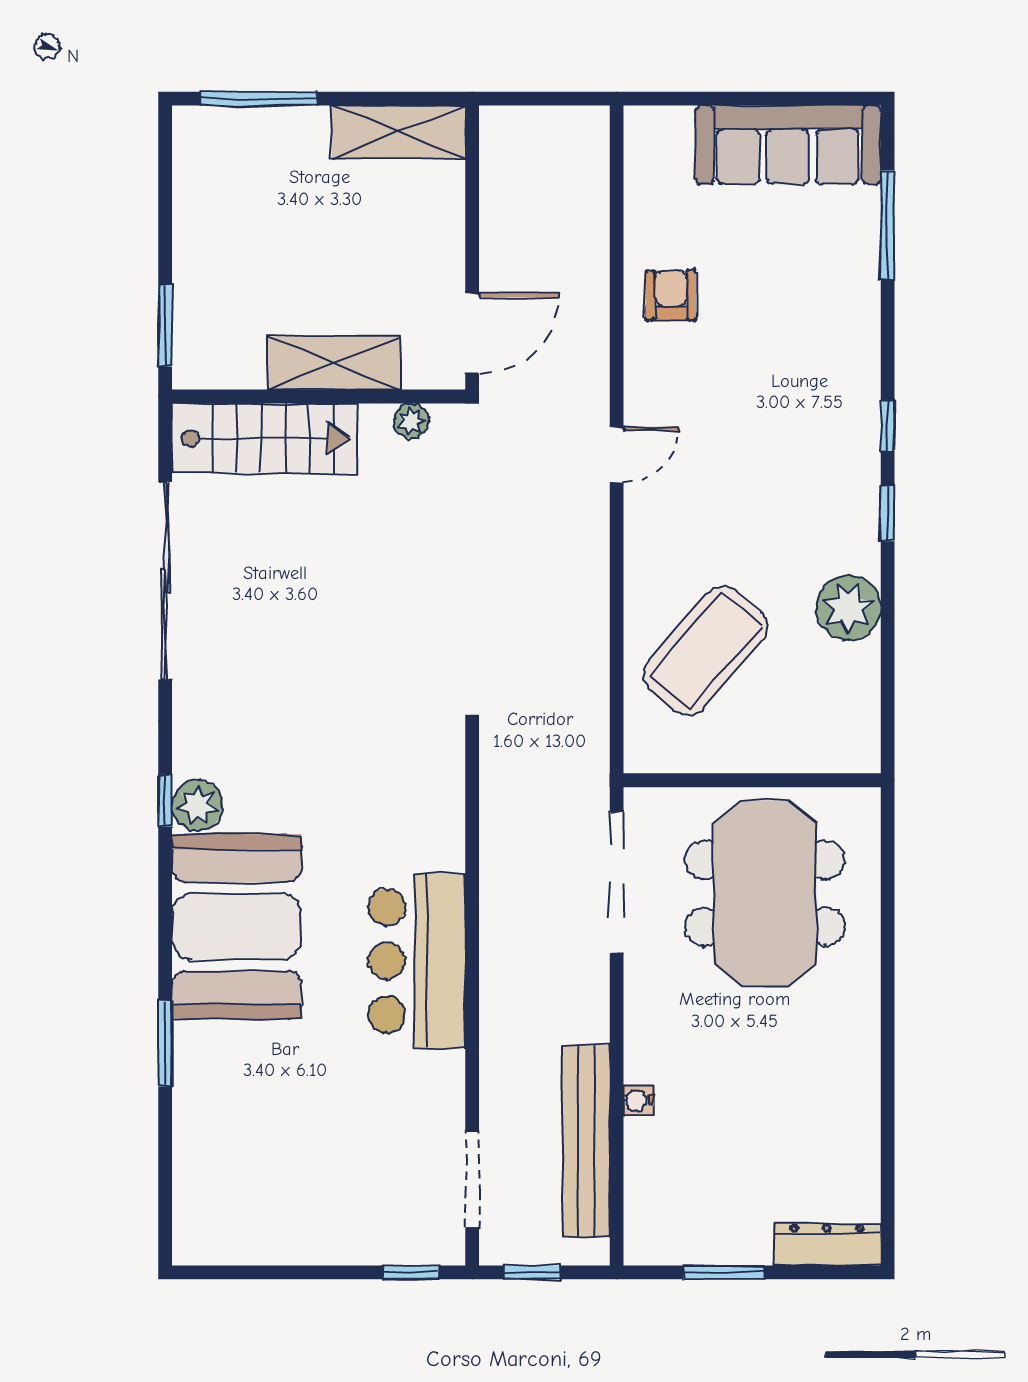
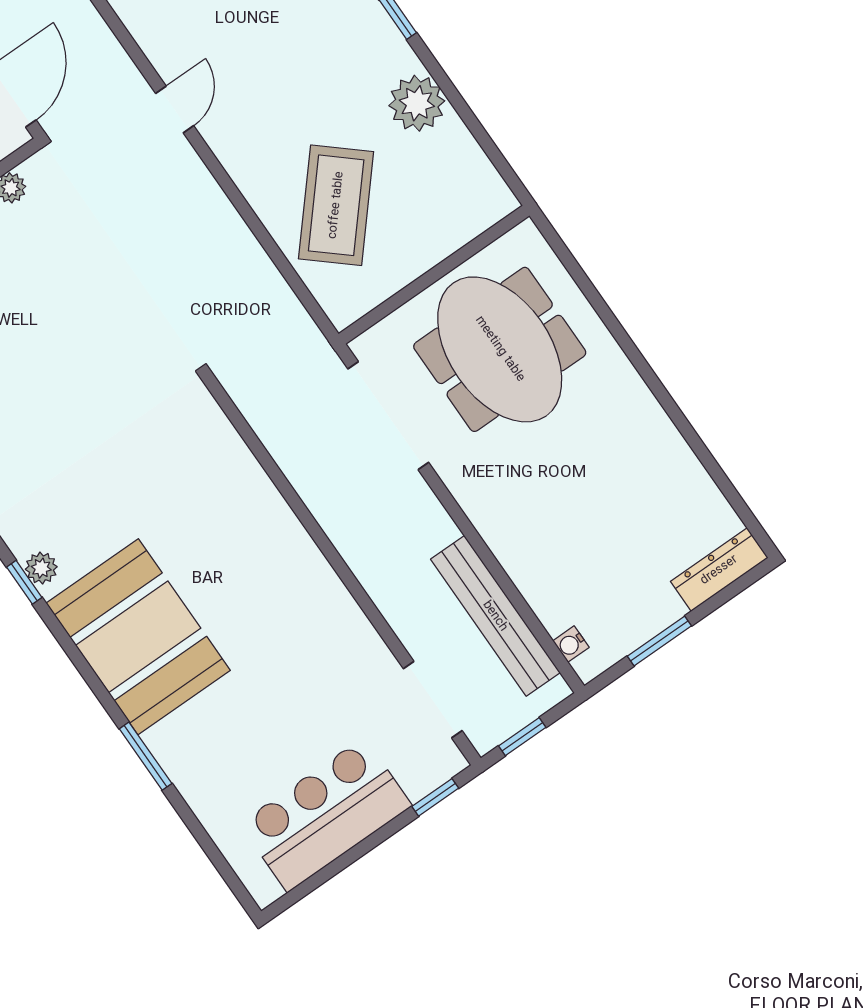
plant: (197, 805) -> (41, 568), width x0.73, depth x0.73
bar counter: (417, 961) -> (326, 815), moved, turned 90
water cooler: (639, 1101) -> (571, 644), moved

